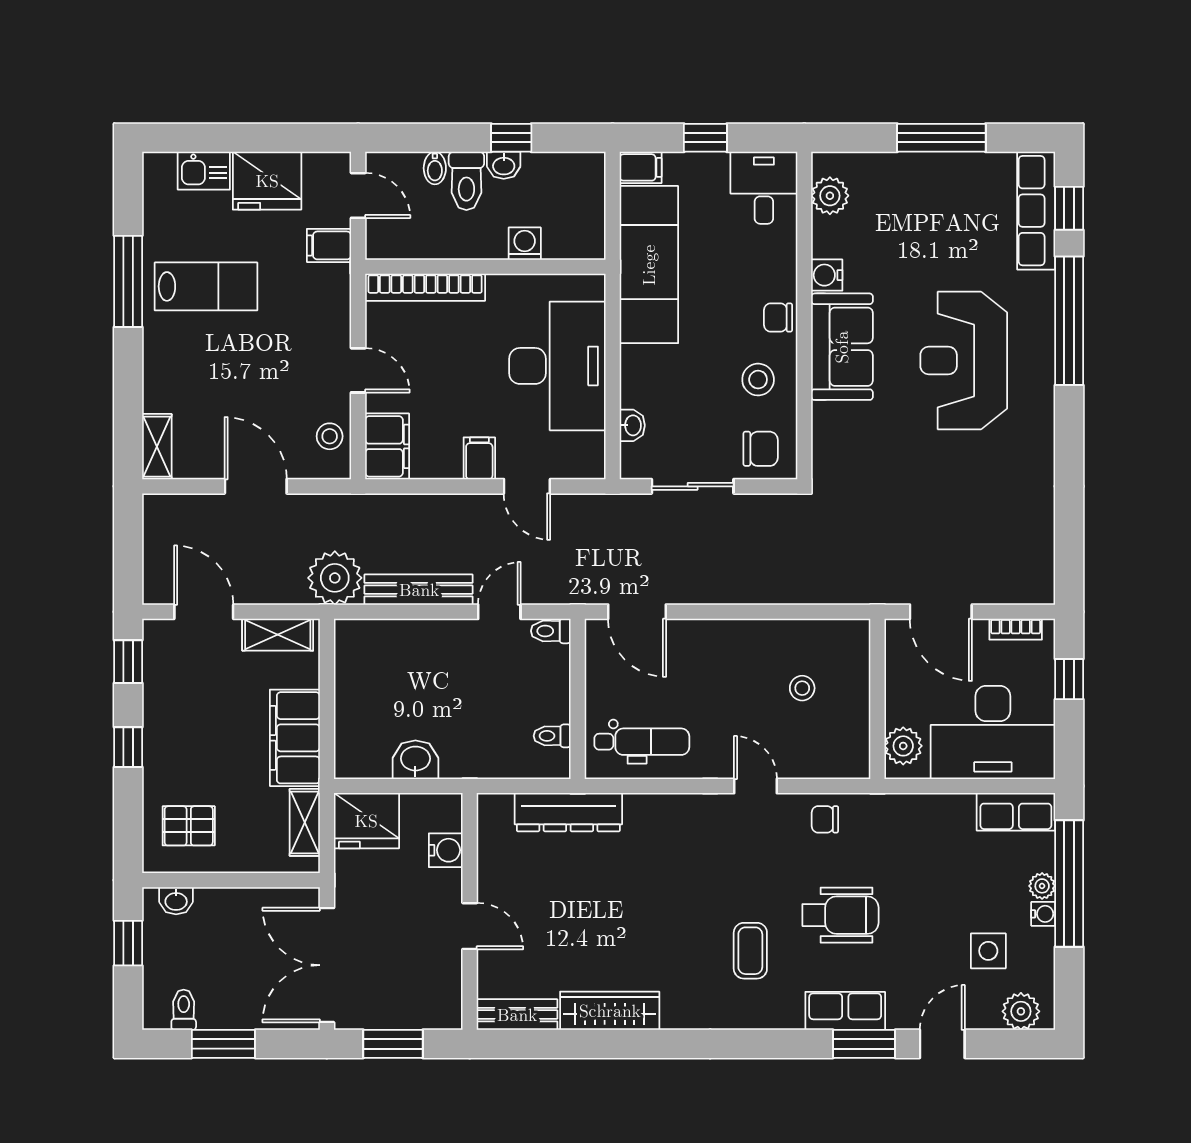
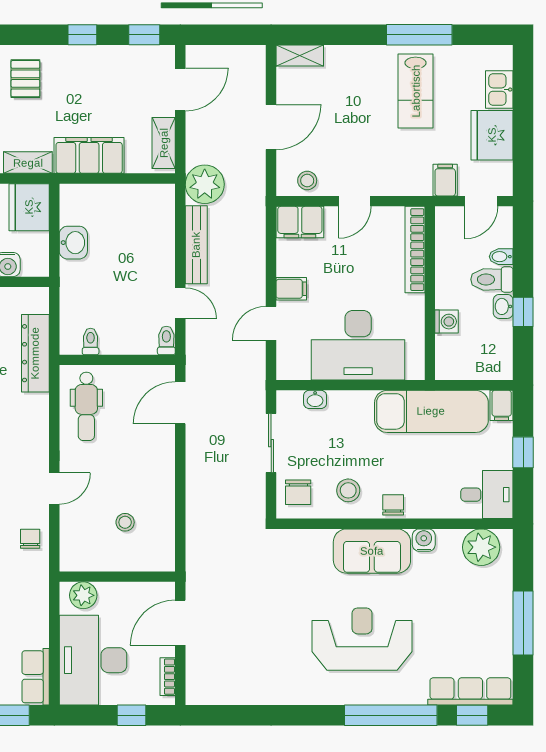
plant: (830, 196) -> (481, 547), width x1.36, depth x1.36

